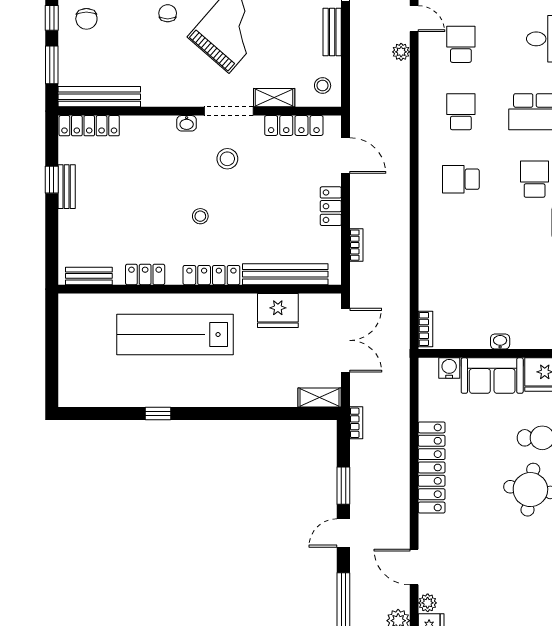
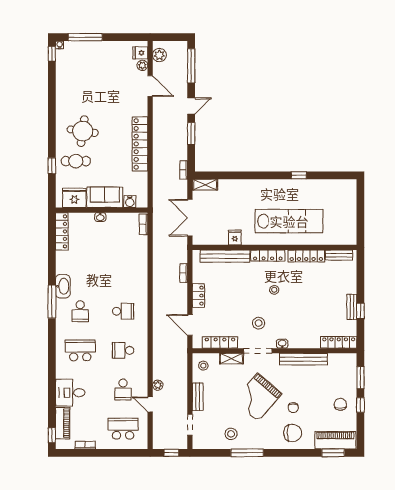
bench: (99, 97) -> (303, 359), moved
school desk: (461, 112) -> (123, 350), turned 90
locker: (145, 274) -> (306, 256), width x1.53
fridge: (278, 311) -> (235, 238), width x0.53, depth x0.75

